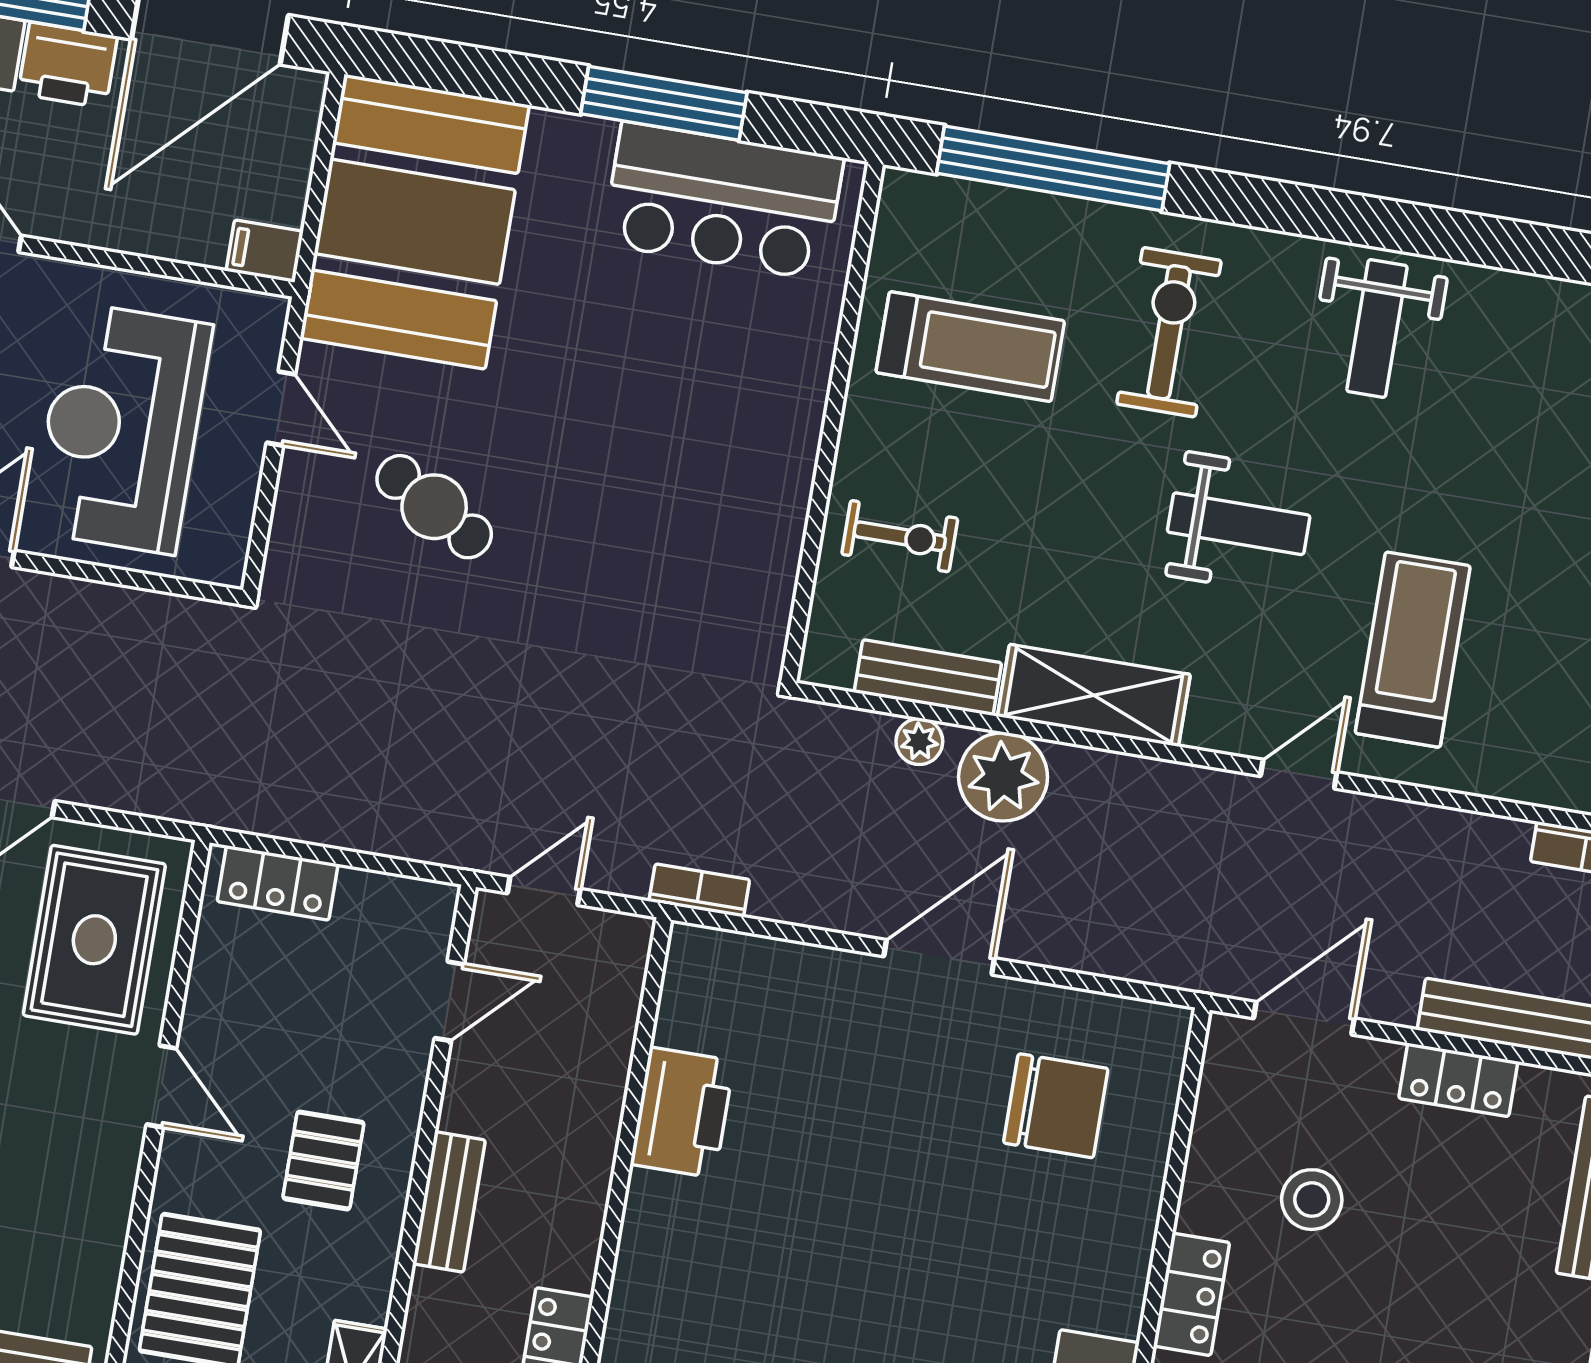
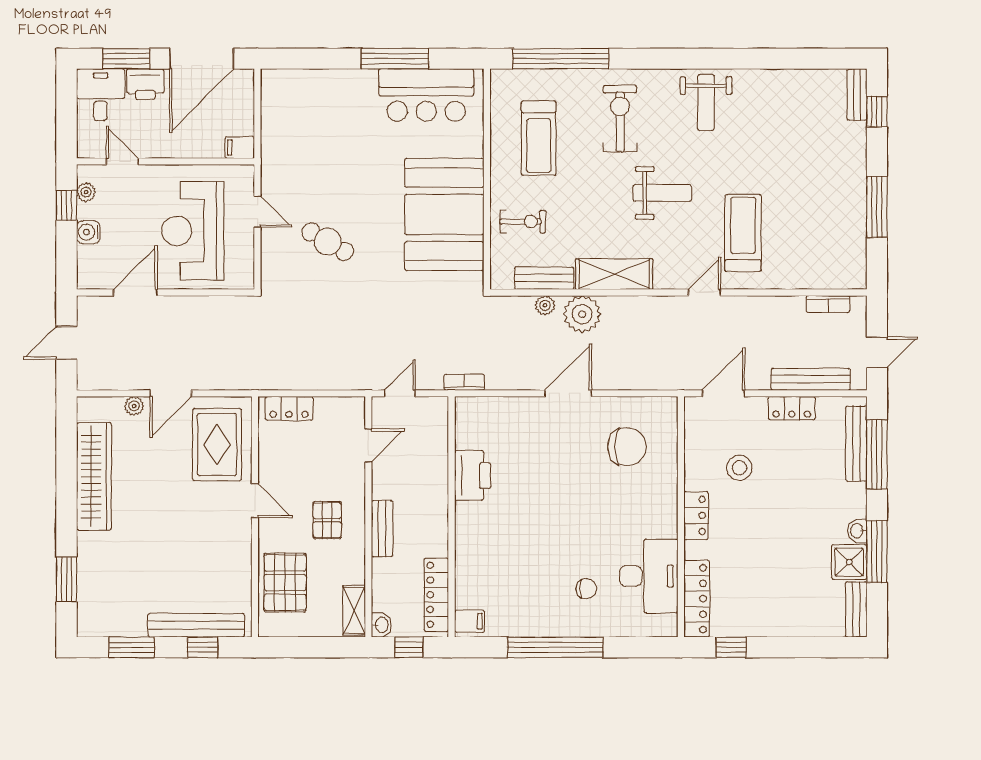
booth: (415, 222) -> (444, 214), moved
treadmill: (970, 347) -> (539, 138), turned 90

